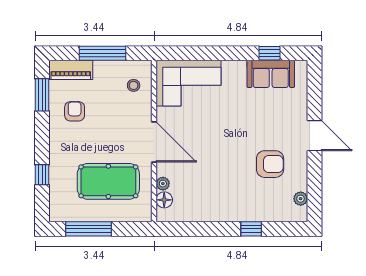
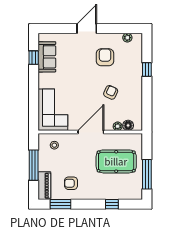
armchair: (216, 173) -> (111, 92), added
pool table: (108, 181) -> (116, 161), turned 90

